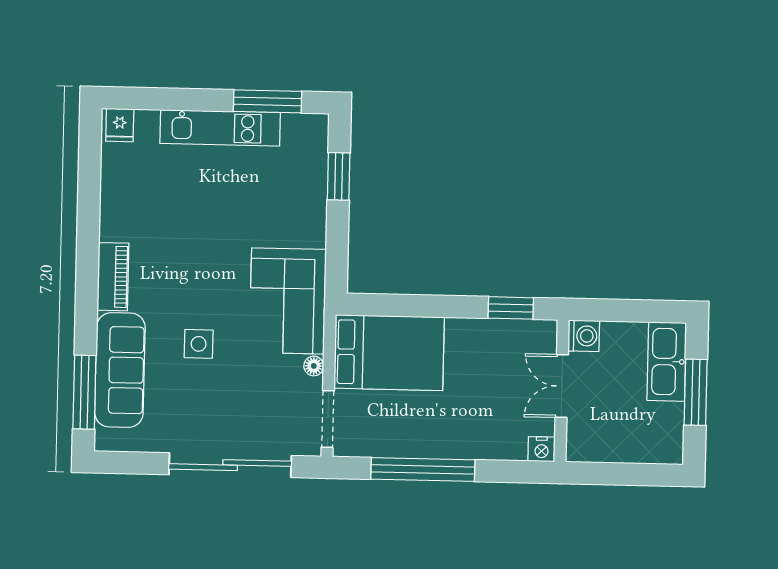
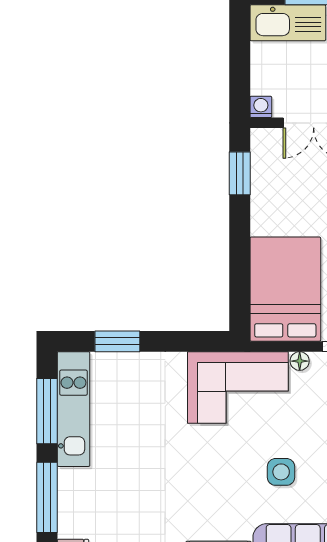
window: (178, 99) -> (47, 497), added
kitchen unit: (220, 128) -> (73, 409), moved
washing machine: (584, 336) -> (261, 107), width x0.73, depth x0.73

